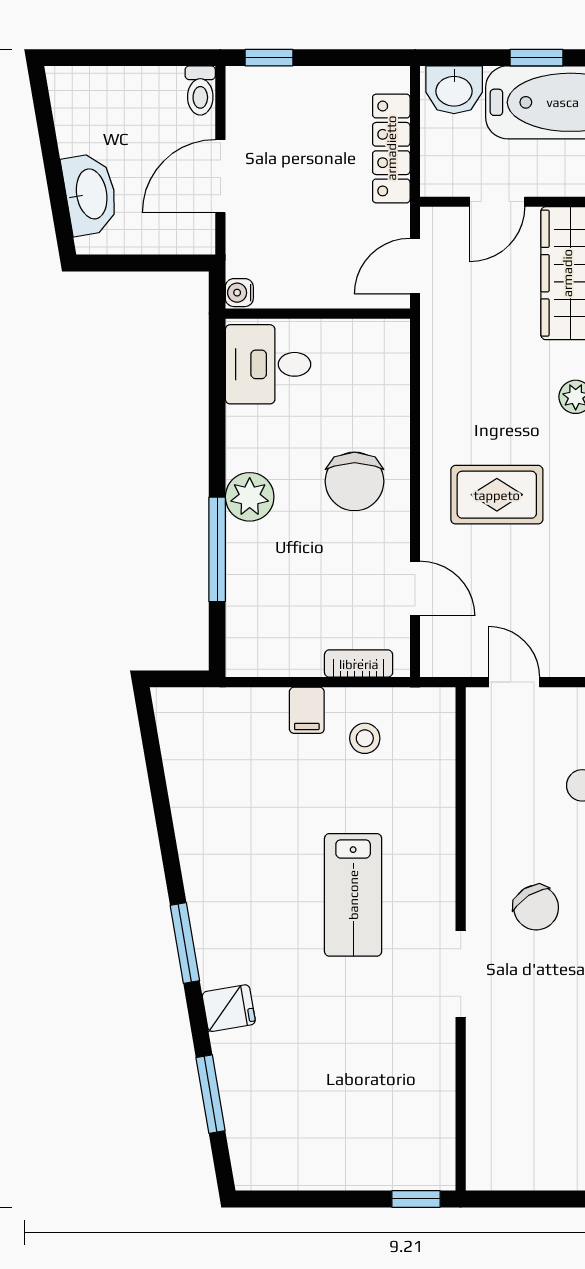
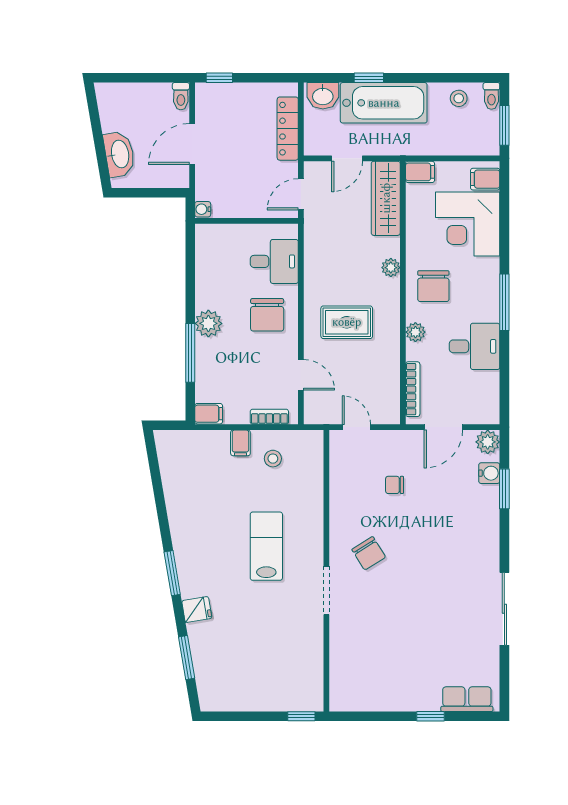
desk: (268, 364) -> (274, 261), moved, turned 180
filing cabinet: (250, 658) -> (209, 414), added
lab bench: (353, 895) -> (266, 546), turned 180

